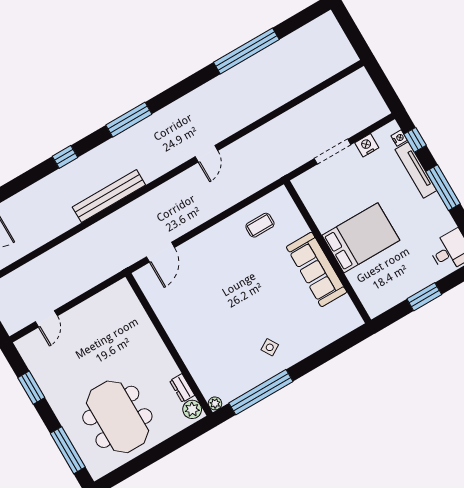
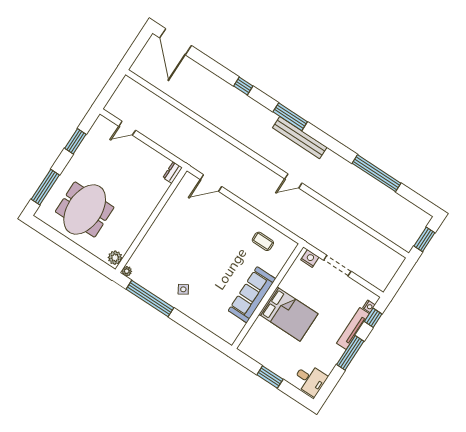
window: (353, 33) -> (424, 239), added
nightstand: (367, 145) -> (310, 258), moved
bench: (109, 196) -> (300, 138), moved
dresser: (182, 388) -> (173, 173), moved

